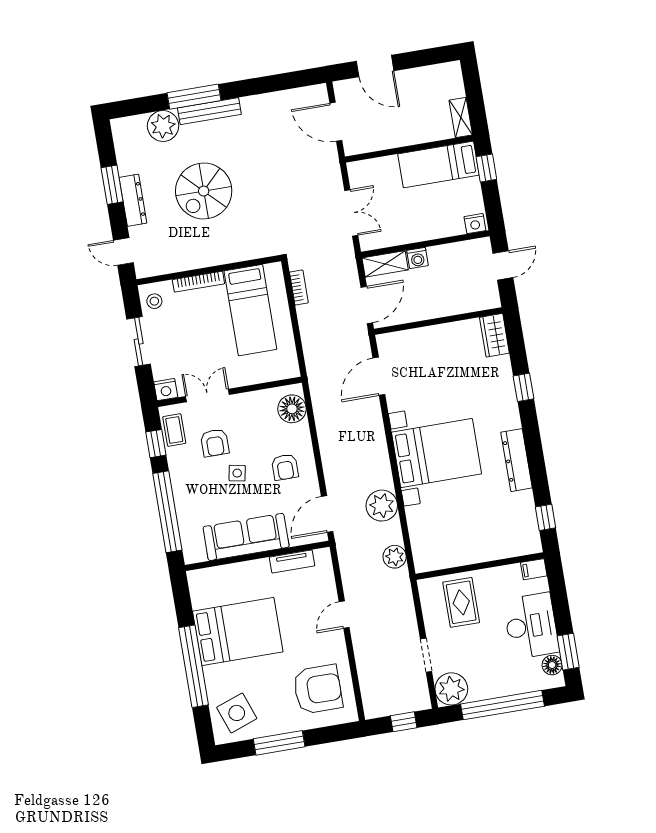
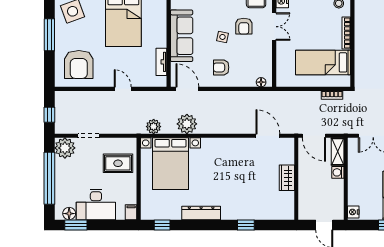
wardrobe: (494, 335) -> (287, 178), moved, turned -90
floor lamp: (292, 409) -> (261, 82), width x0.53, depth x0.53
armchair: (215, 443) -> (244, 26), turned -90
bed with nightstands: (437, 453) -> (170, 164), moved

